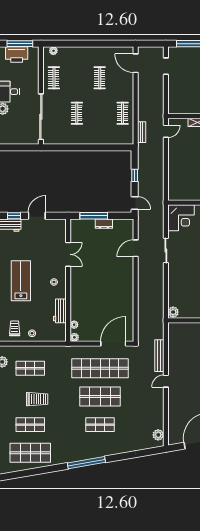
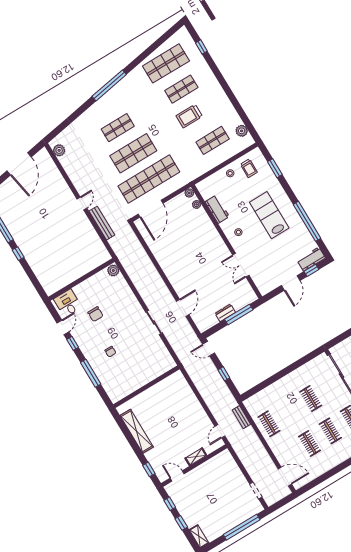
clothes rail: (77, 78) -> (330, 431), added
corner desk: (181, 218) -> (158, 361), removed
lab bench: (21, 281) -> (269, 215), turned 180

